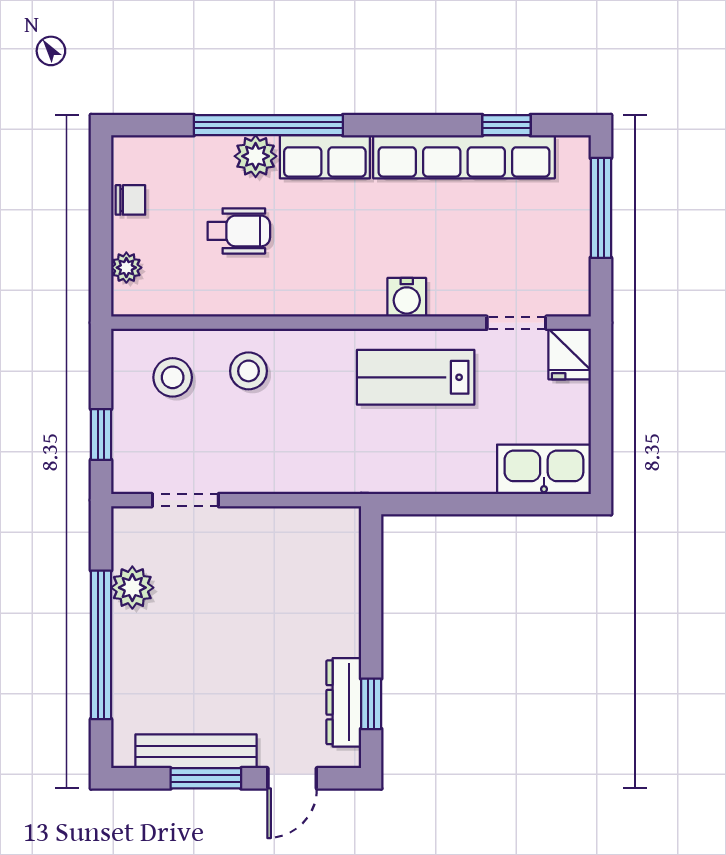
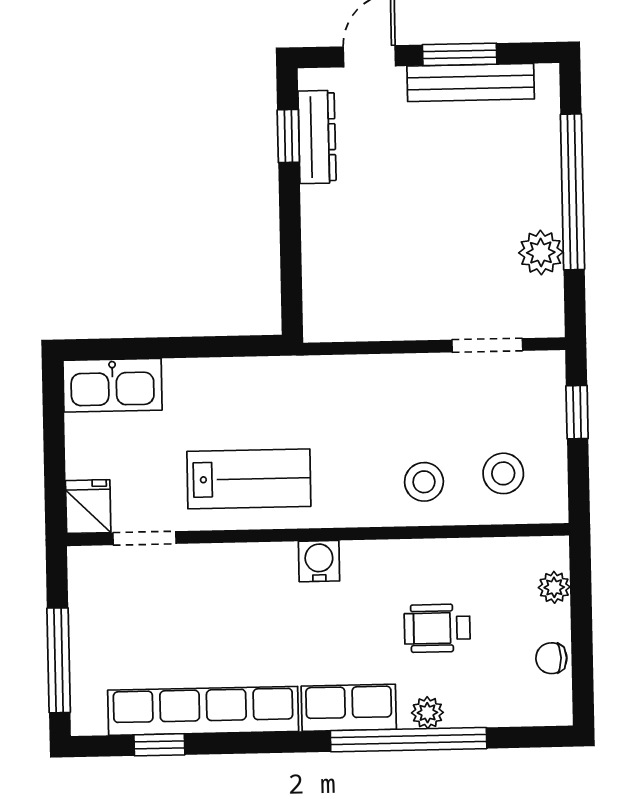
plant: (256, 156) -> (427, 713), width x0.73, depth x0.73
water cooler: (407, 297) -> (319, 561), moved

